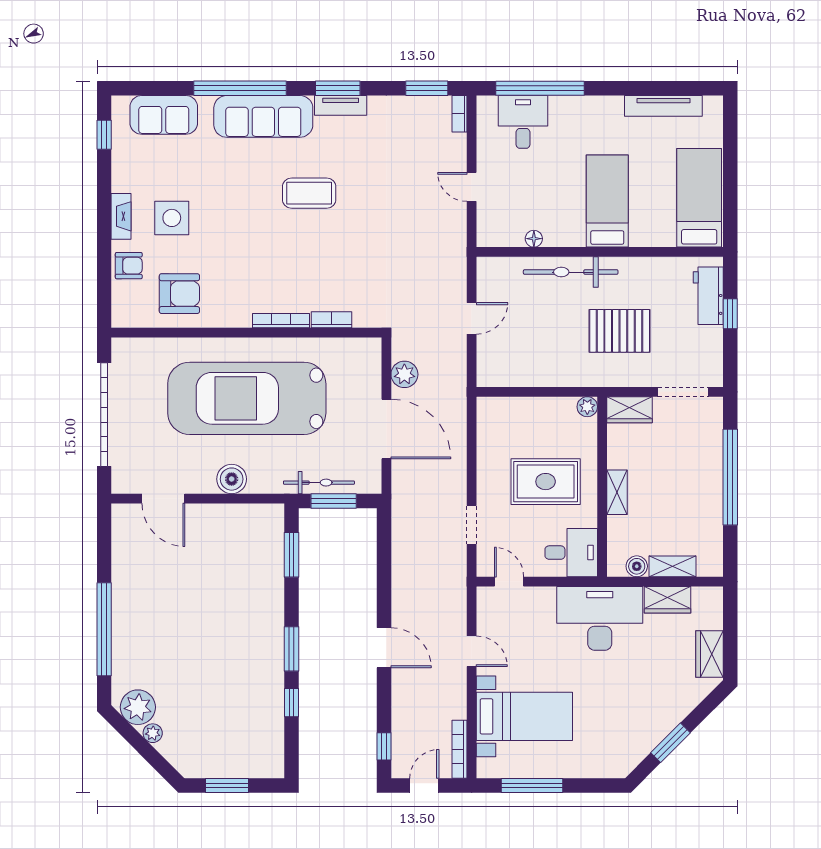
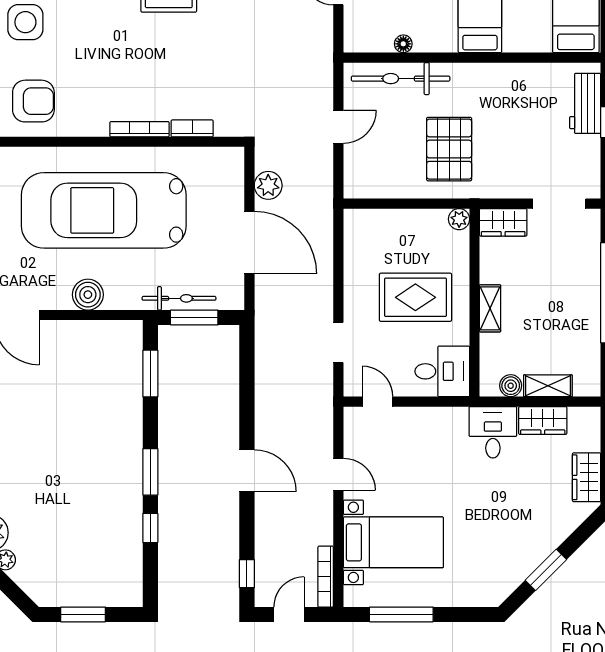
bicycle: (571, 272) -> (401, 79), moved
pallet: (620, 331) -> (449, 149), moved, turned 90
desk: (600, 618) -> (493, 432), width x0.53, depth x0.77

